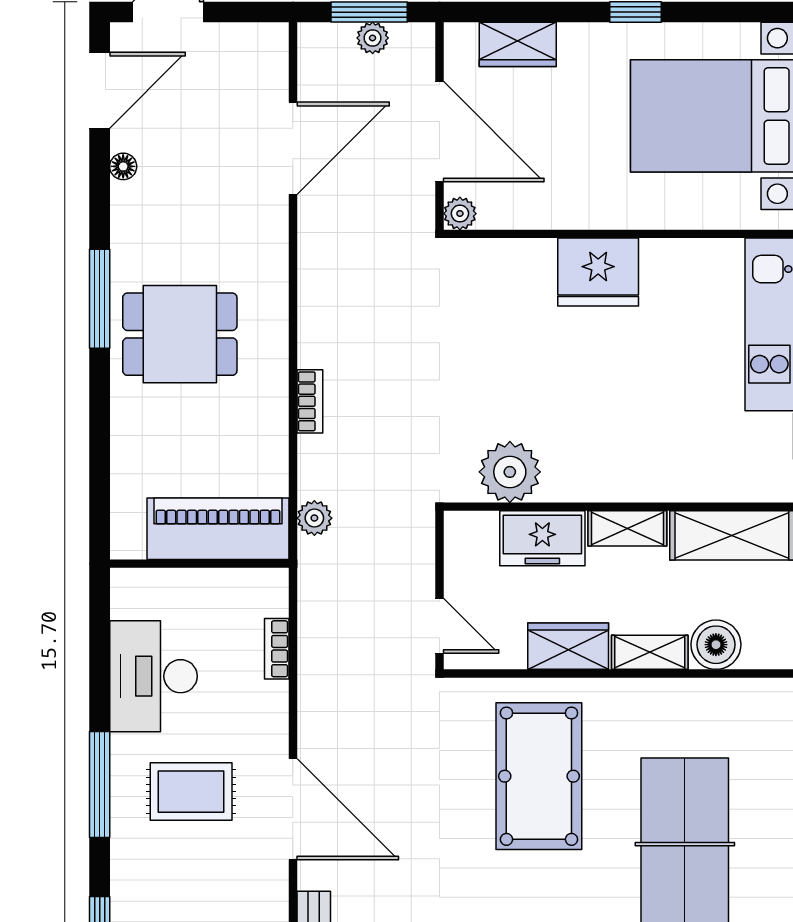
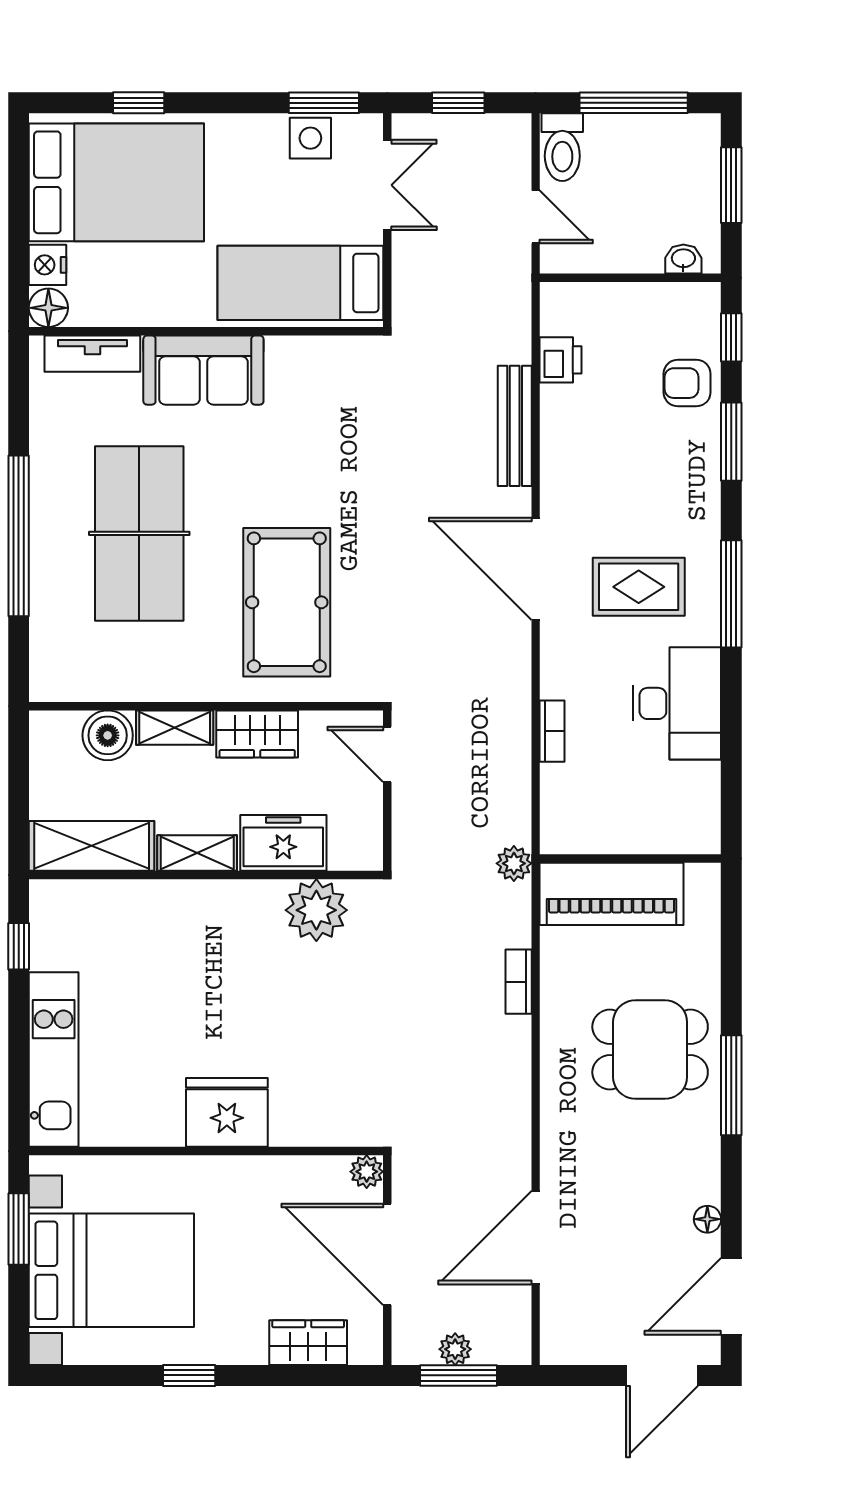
piano: (218, 529) -> (612, 894), moved
wall: (199, 564) -> (630, 859), moved

